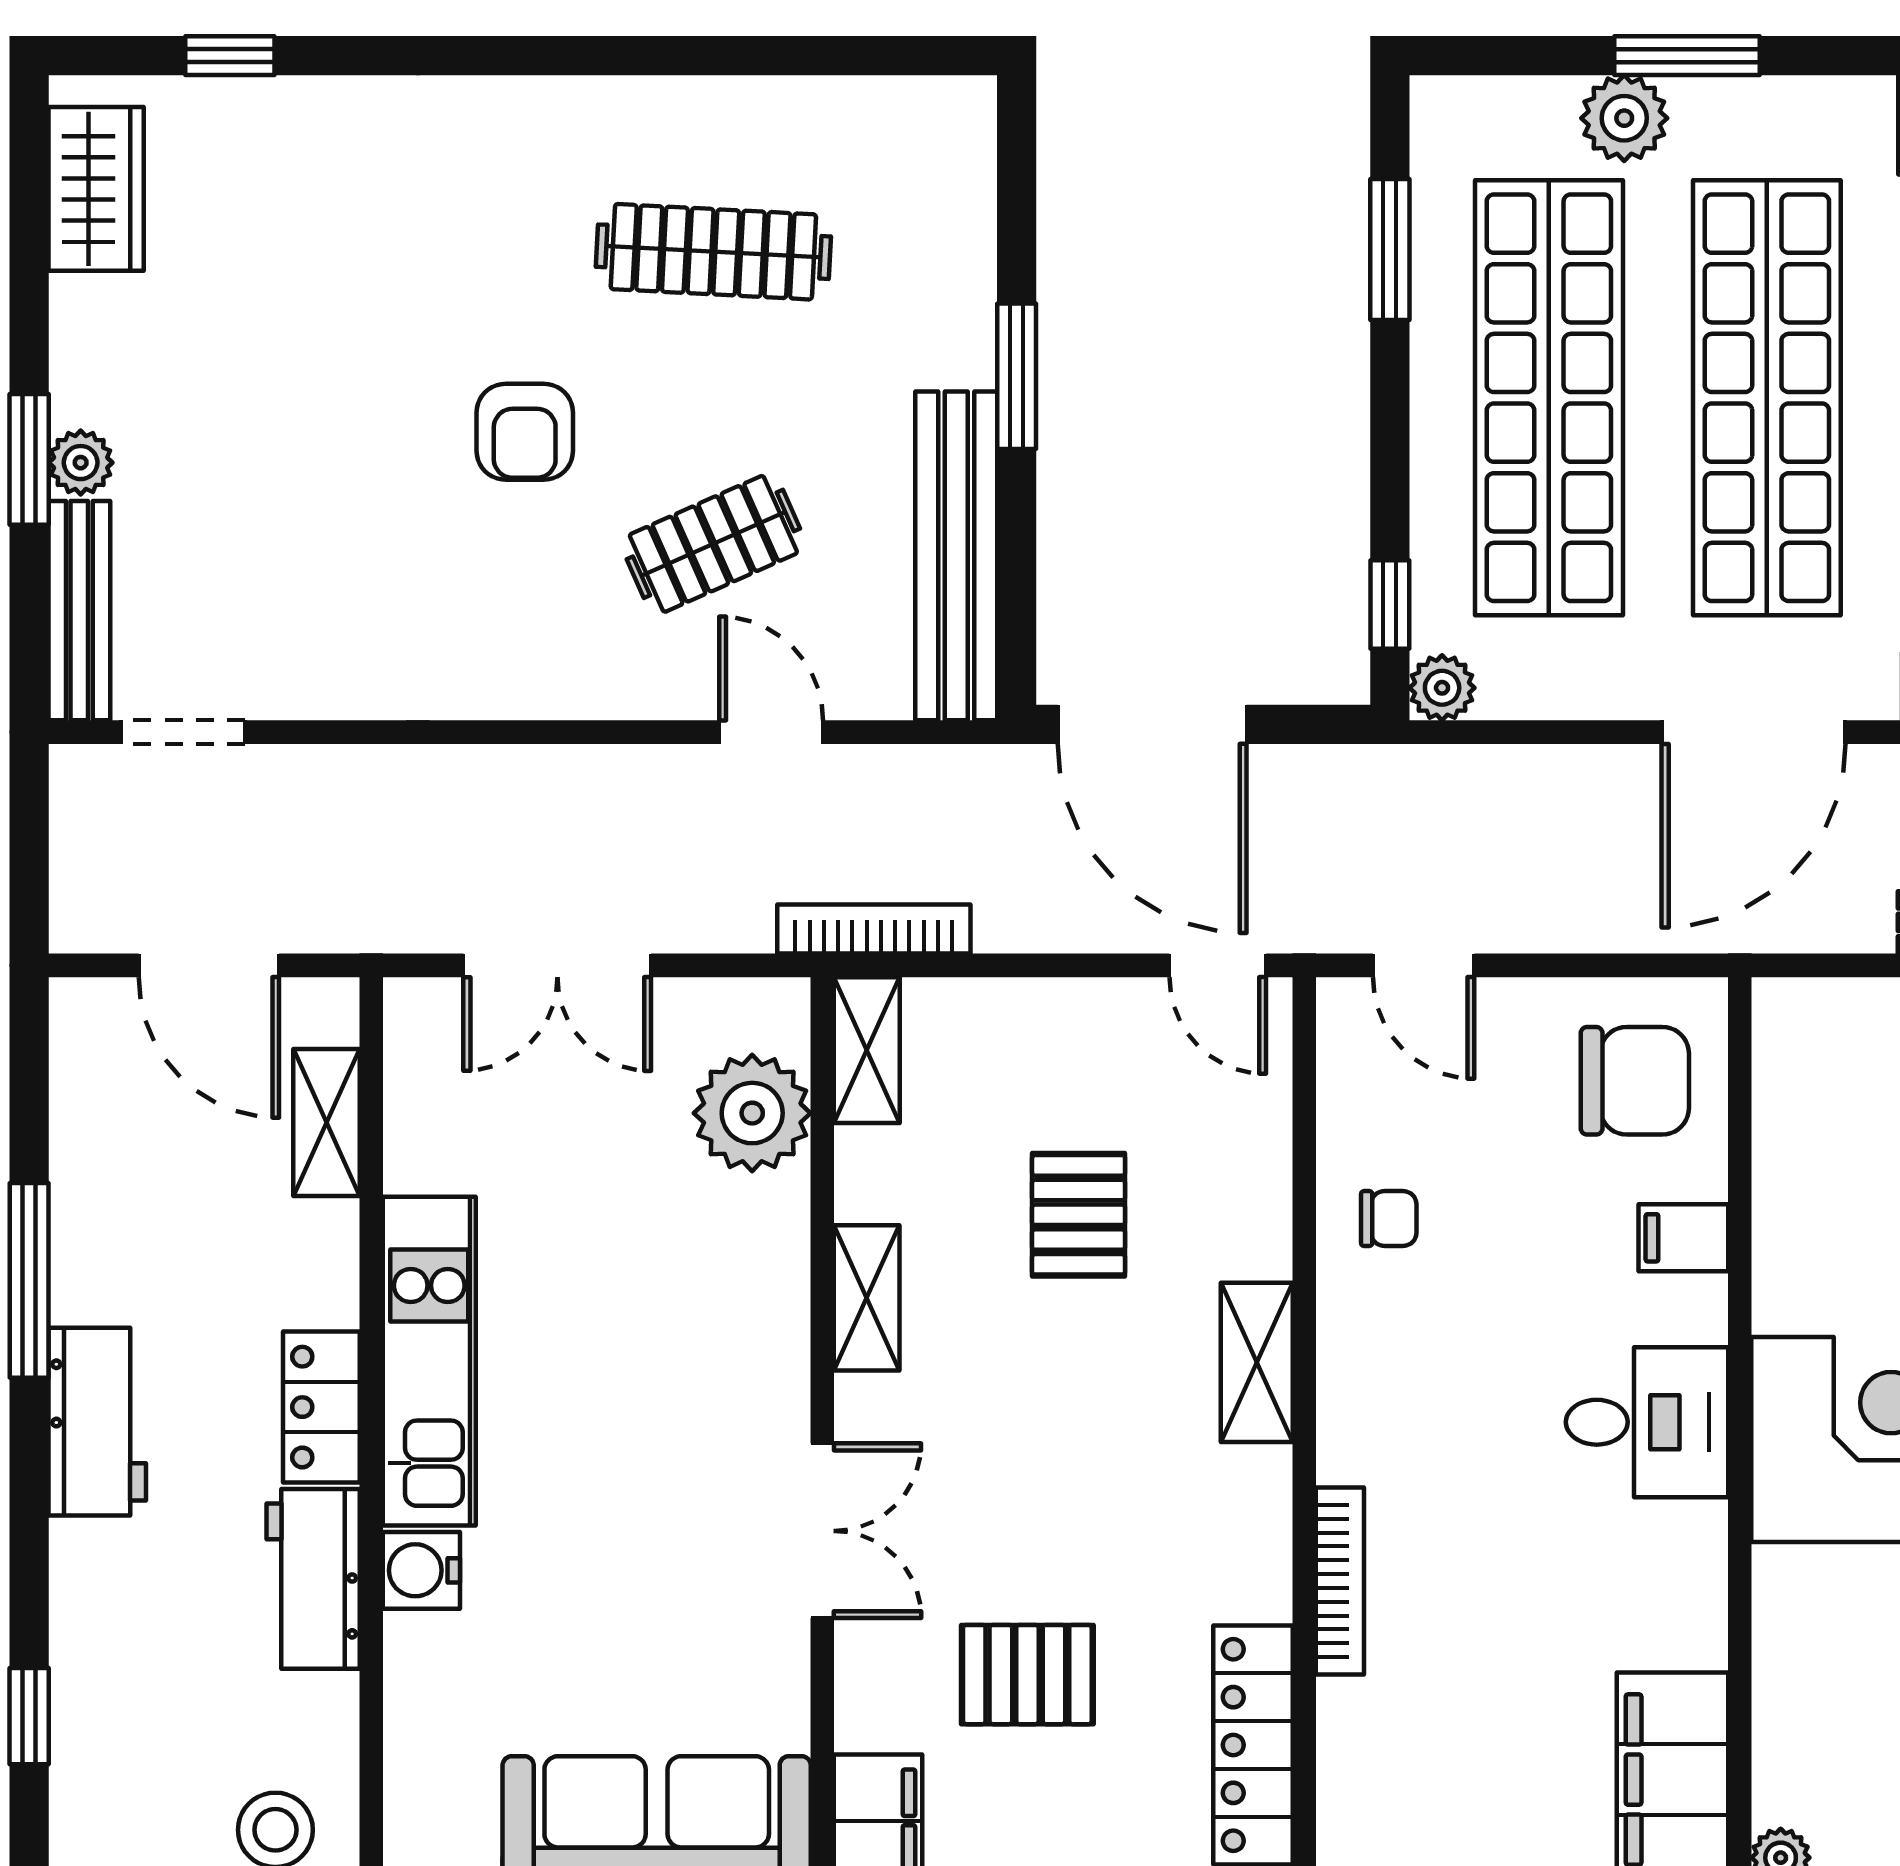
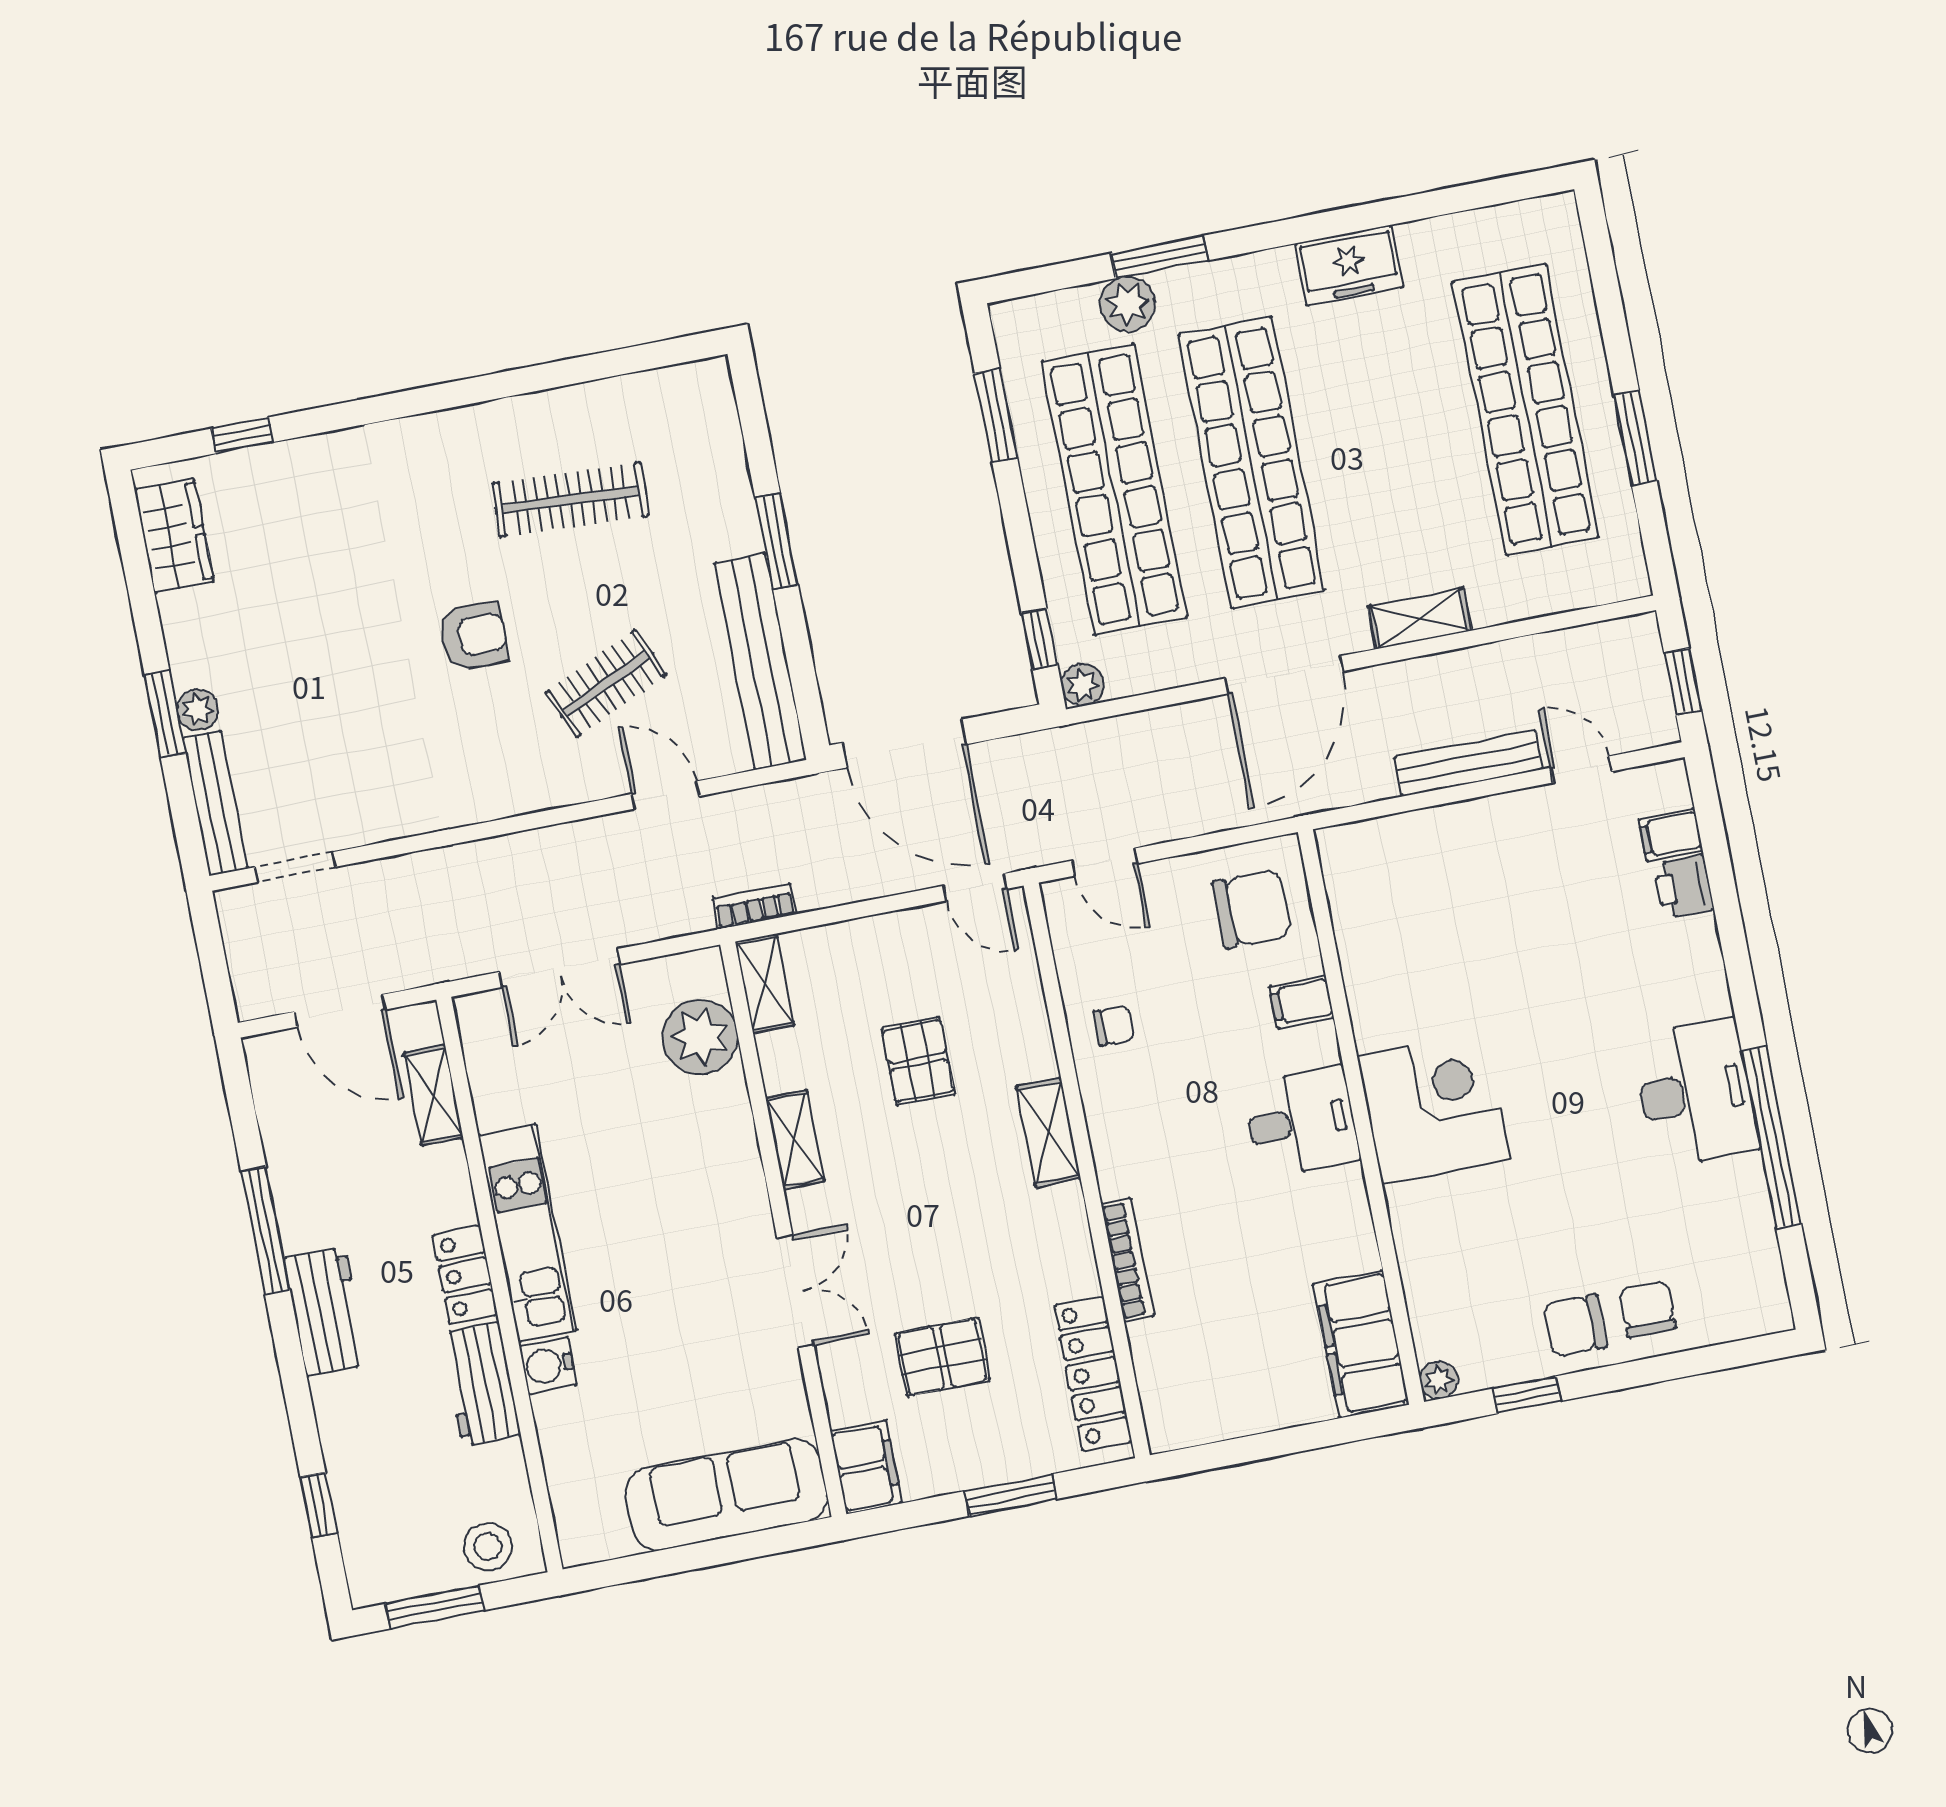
armchair: (525, 432) -> (474, 636), turned -90
bookcase: (874, 929) -> (754, 906), width x0.64

